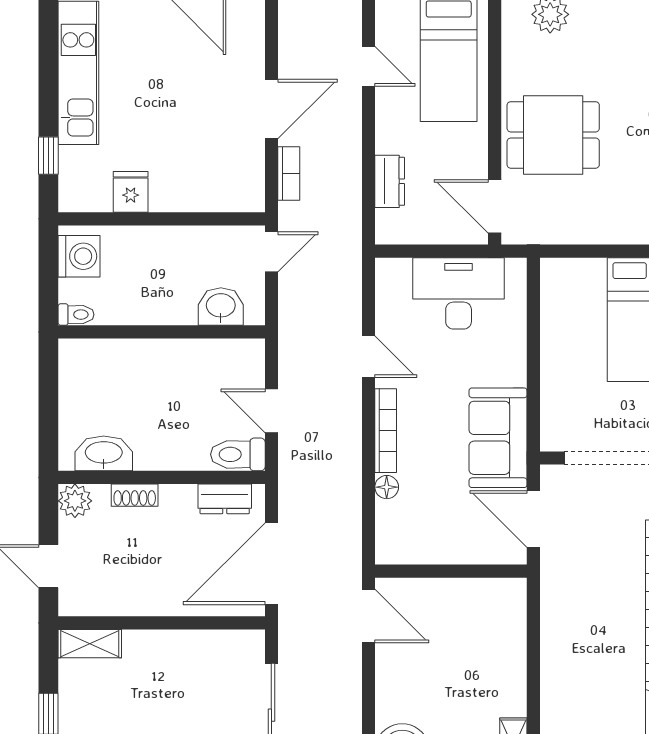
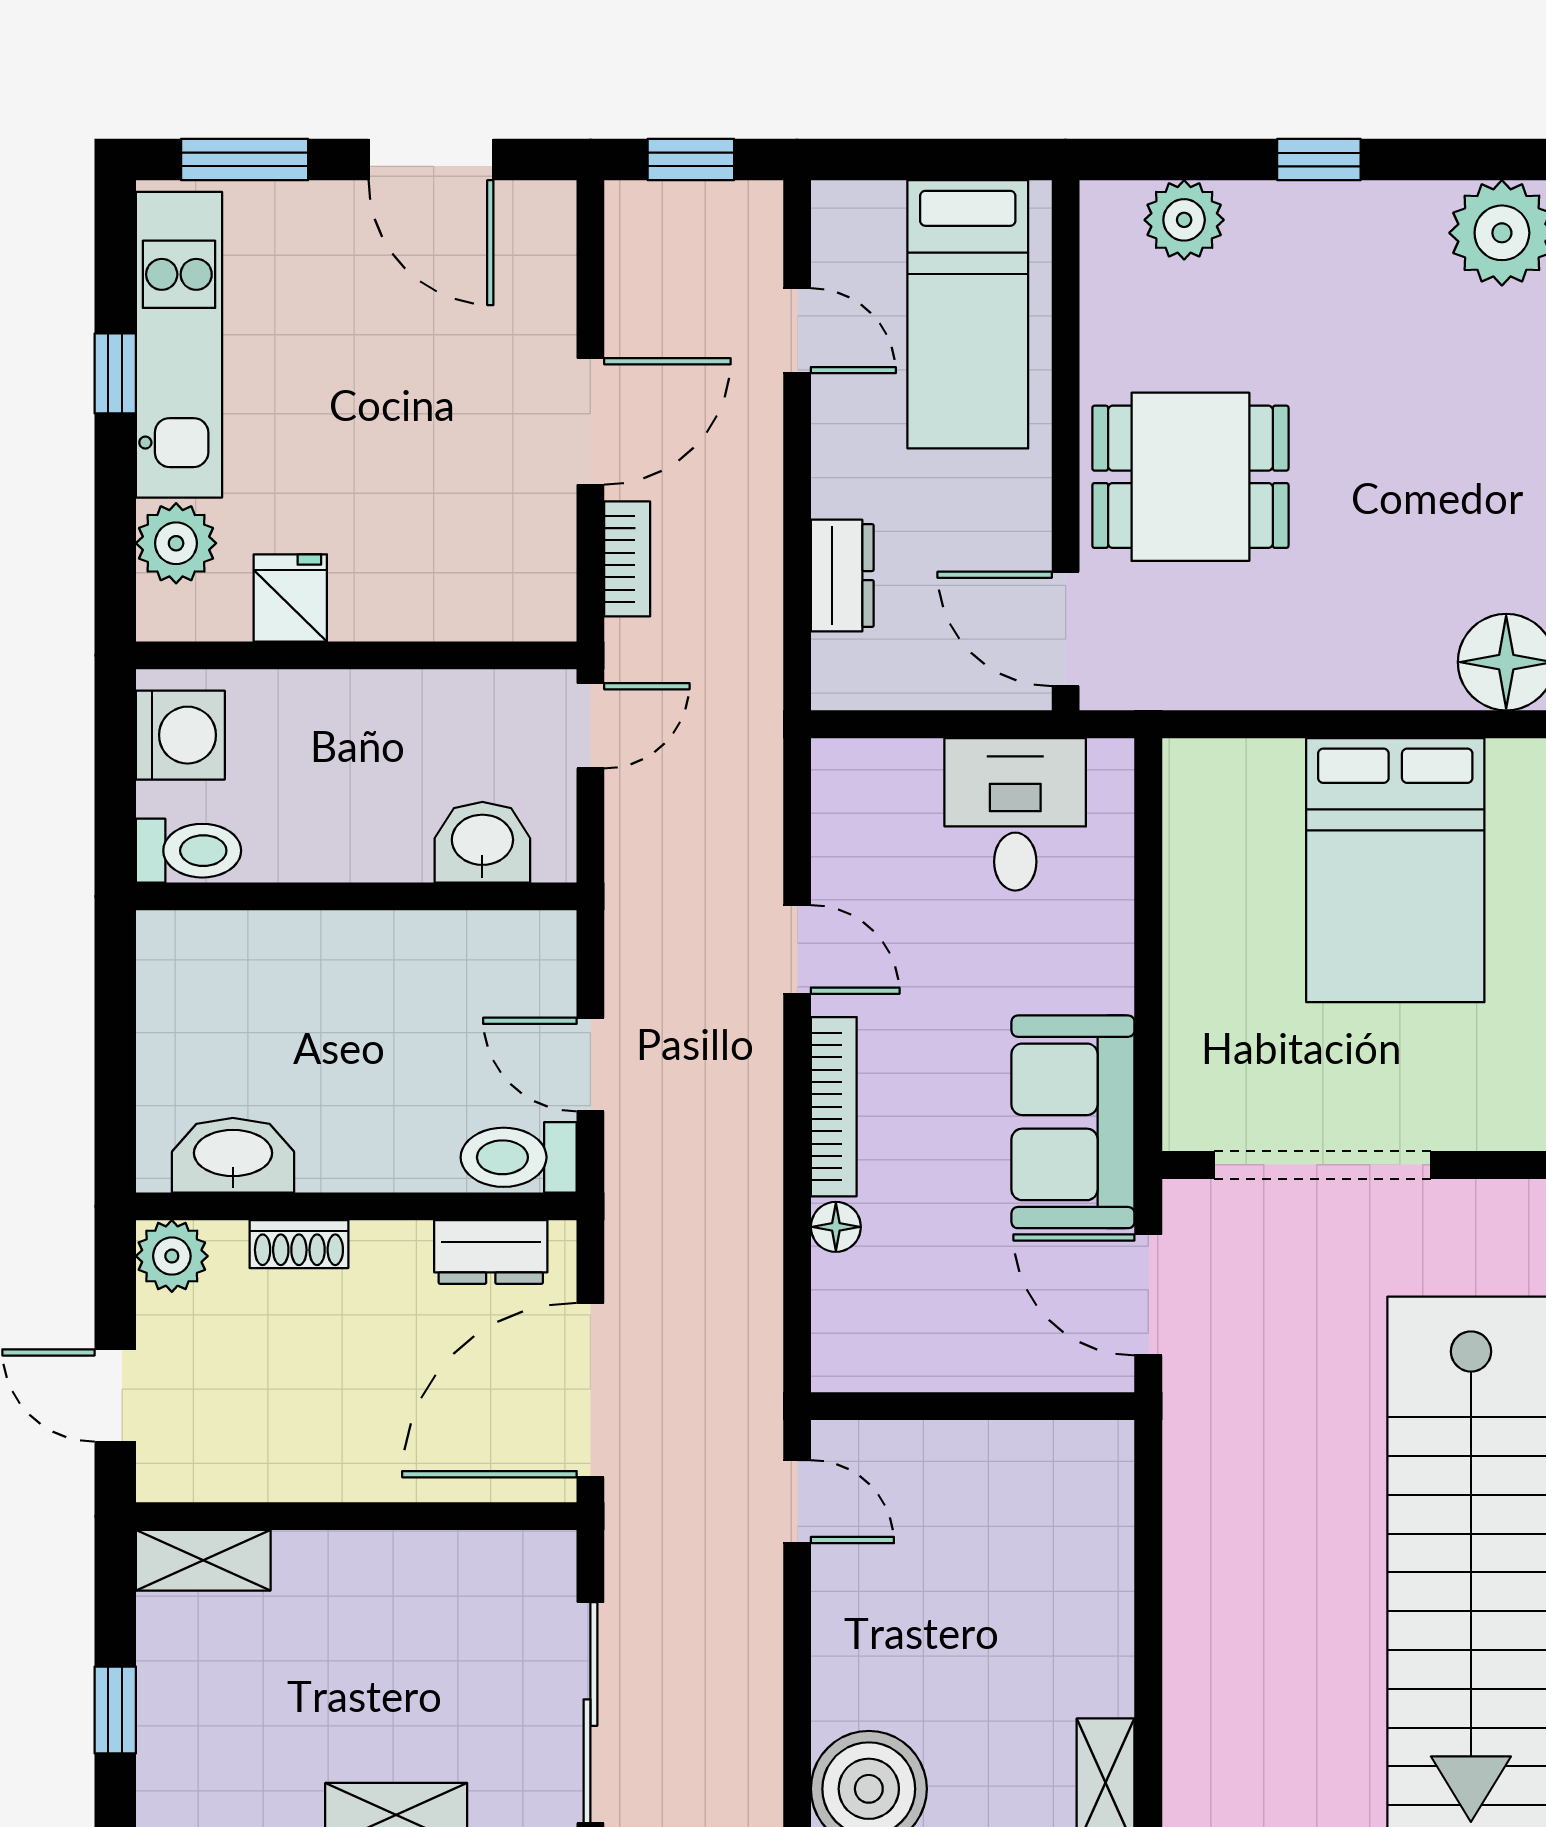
window: (48, 156) -> (115, 373), moved
plant: (77, 166) -> (176, 543), added
desk: (459, 293) -> (1015, 814), width x0.73
toilet: (76, 315) -> (189, 851), width x1.37, depth x1.39
door: (368, 616) -> (797, 1502), width x0.73

